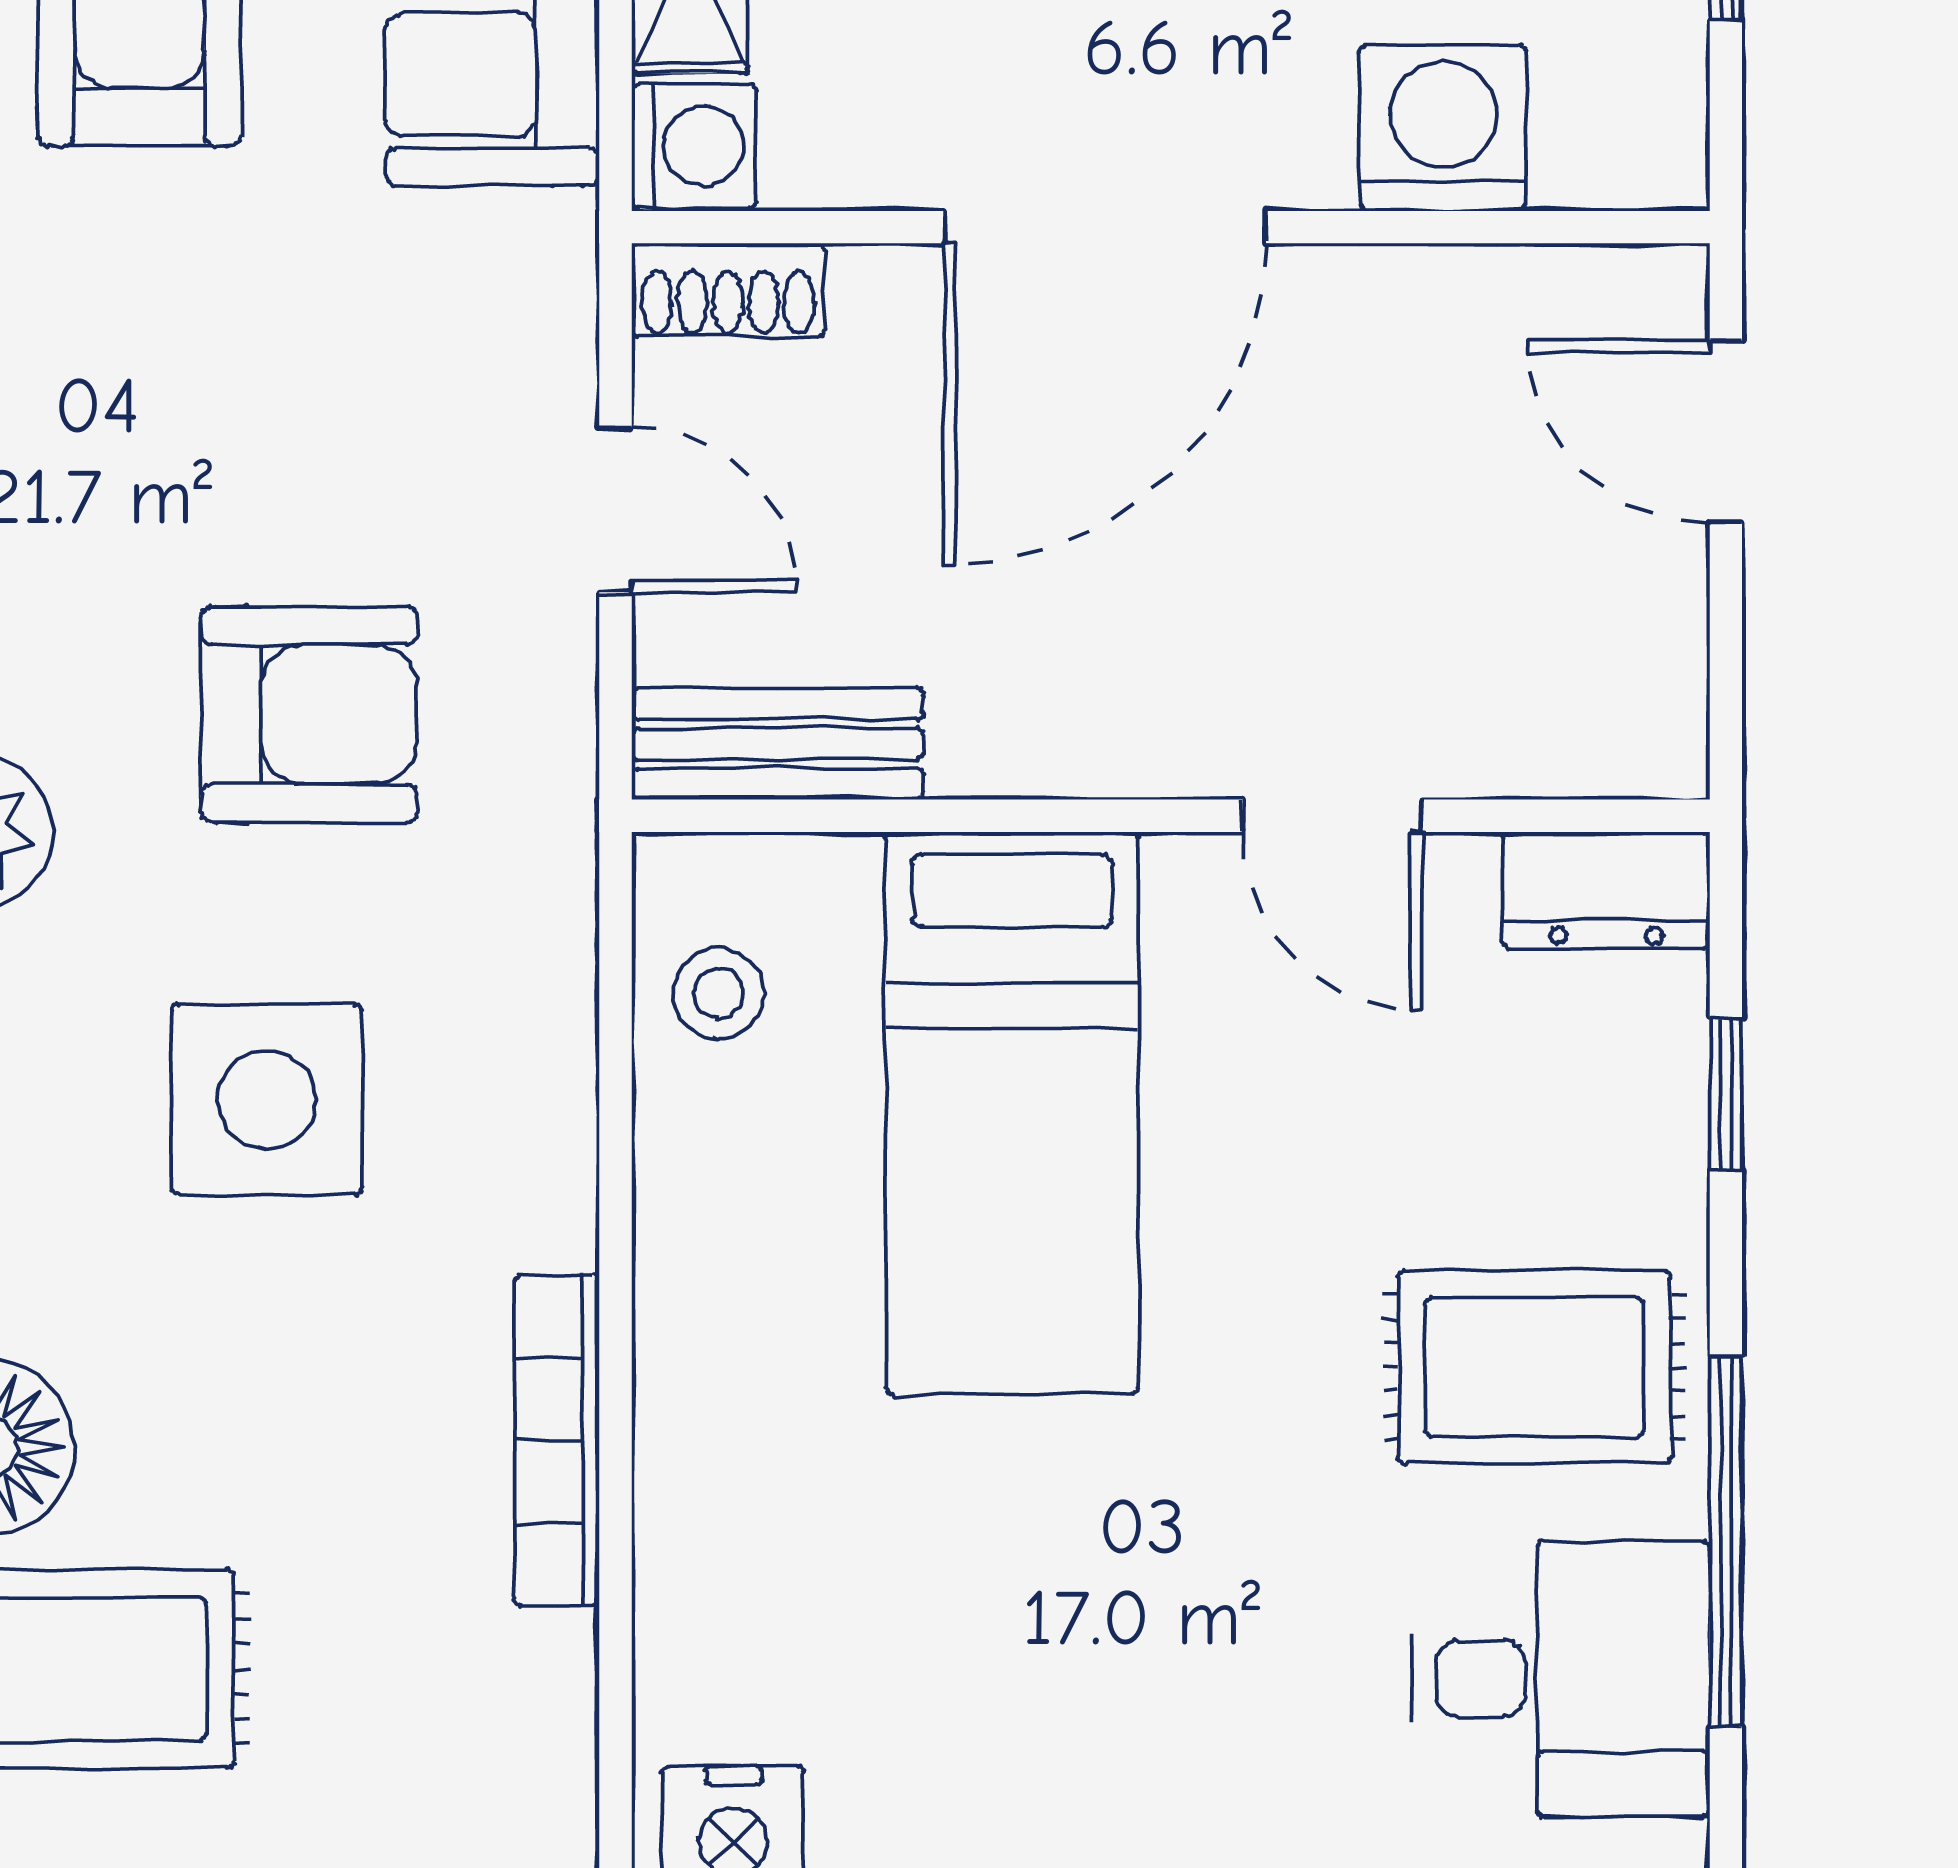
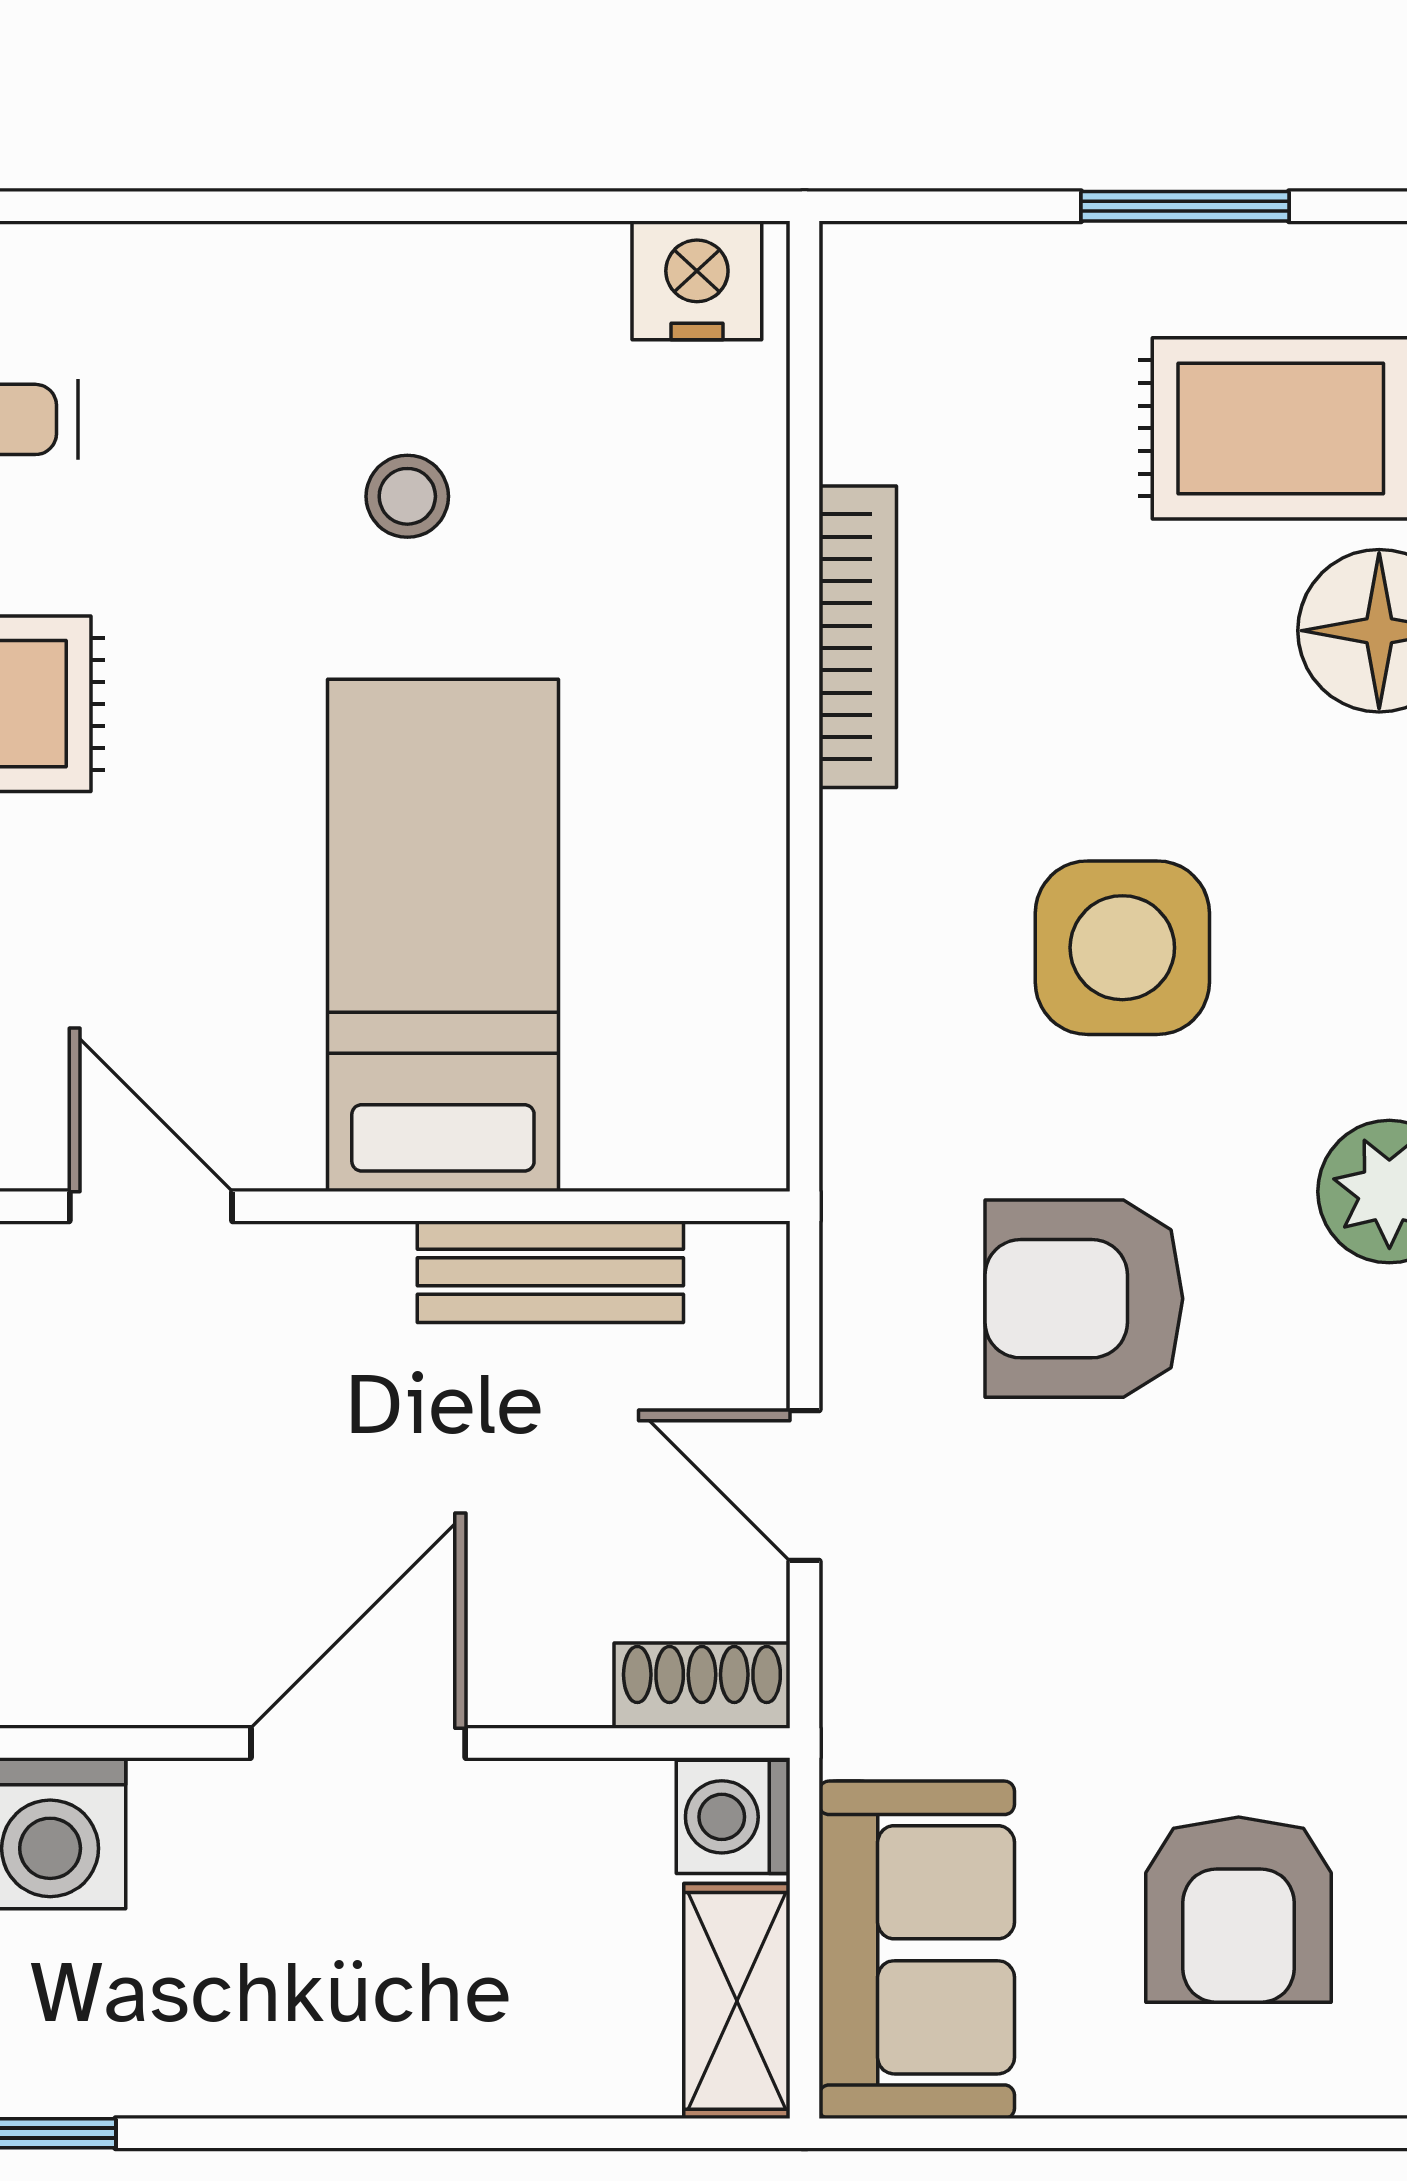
door: (1105, 227) -> (358, 1743), width x0.73
bench: (778, 744) -> (550, 1272), moved
stool: (718, 993) -> (407, 496), moved

